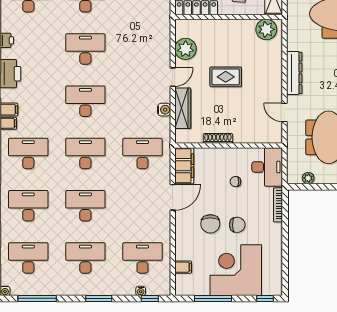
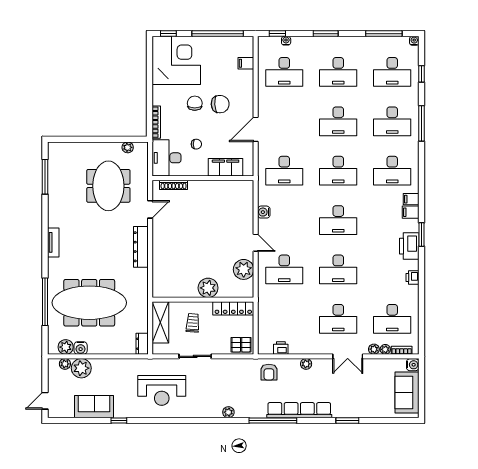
plant: (266, 29) -> (208, 288), moved
desk: (142, 49) -> (284, 269), added
door: (173, 77) -> (256, 243), swing flipped
rug: (226, 77) -> (206, 243), removed
wardrobe: (183, 108) -> (246, 213), removed
door: (284, 112) -> (150, 209), hinge flipped
shoe rack: (218, 138) -> (174, 185), moved
filing cabinet: (184, 166) -> (226, 167), moved, turned 90
chair: (210, 224) -> (220, 104), turned 87
chair: (237, 225) -> (195, 103), turned 90
corner desk: (236, 270) -> (176, 60), moved, turned -90
window: (213, 298) -> (218, 34), width x1.46

